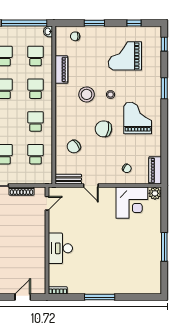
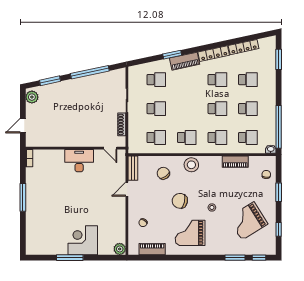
grand piano: (125, 56) -> (248, 221), turned -122
window: (164, 88) -> (235, 258), moved
stool: (87, 94) -> (191, 165), moved
grand piano: (138, 118) -> (190, 233), turned 180
chair: (103, 129) -> (180, 201), turned -88
piano: (155, 170) -> (152, 249), moved
corner desk: (132, 203) -> (83, 240), moved, turned 90
desk: (60, 248) -> (79, 161), moved
door: (23, 297) -> (23, 126), swing flipped

